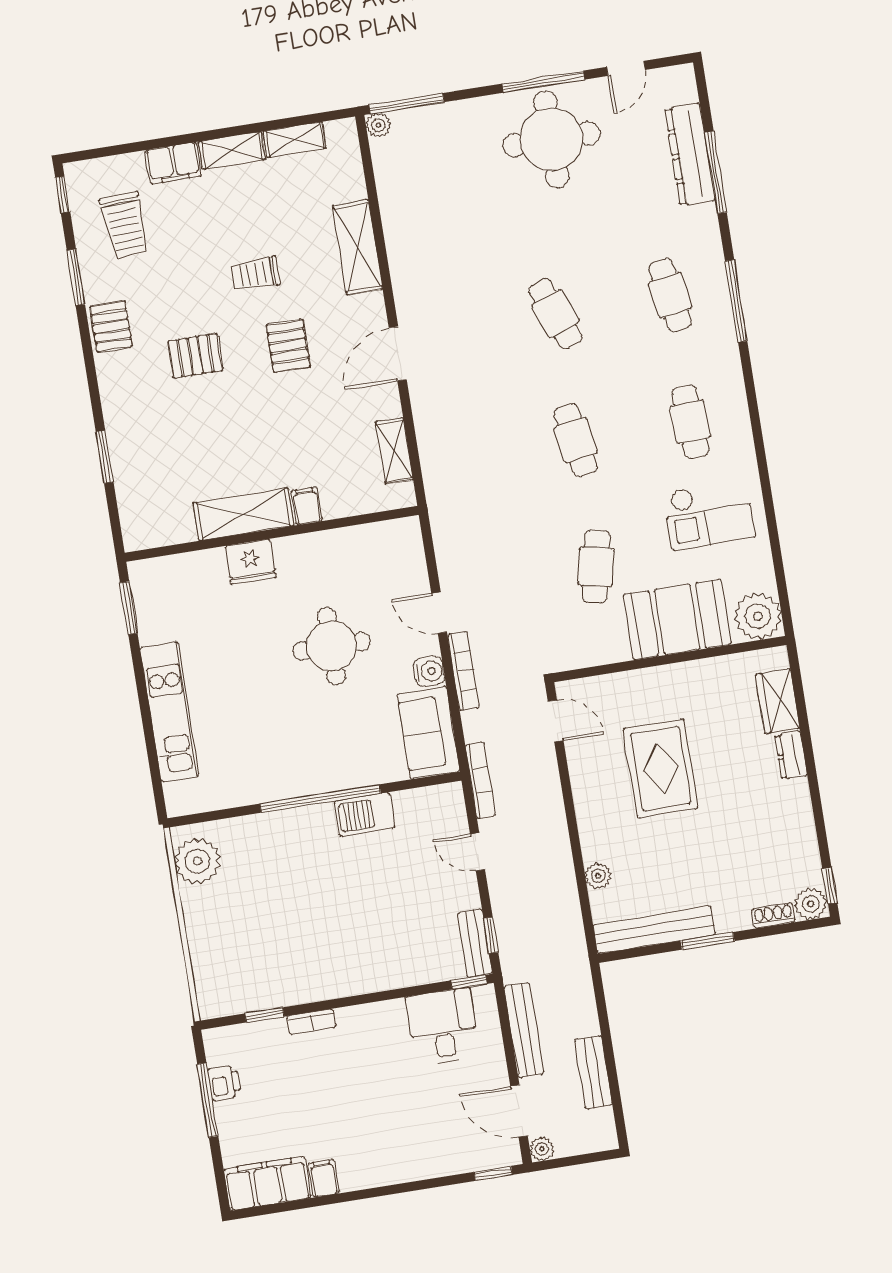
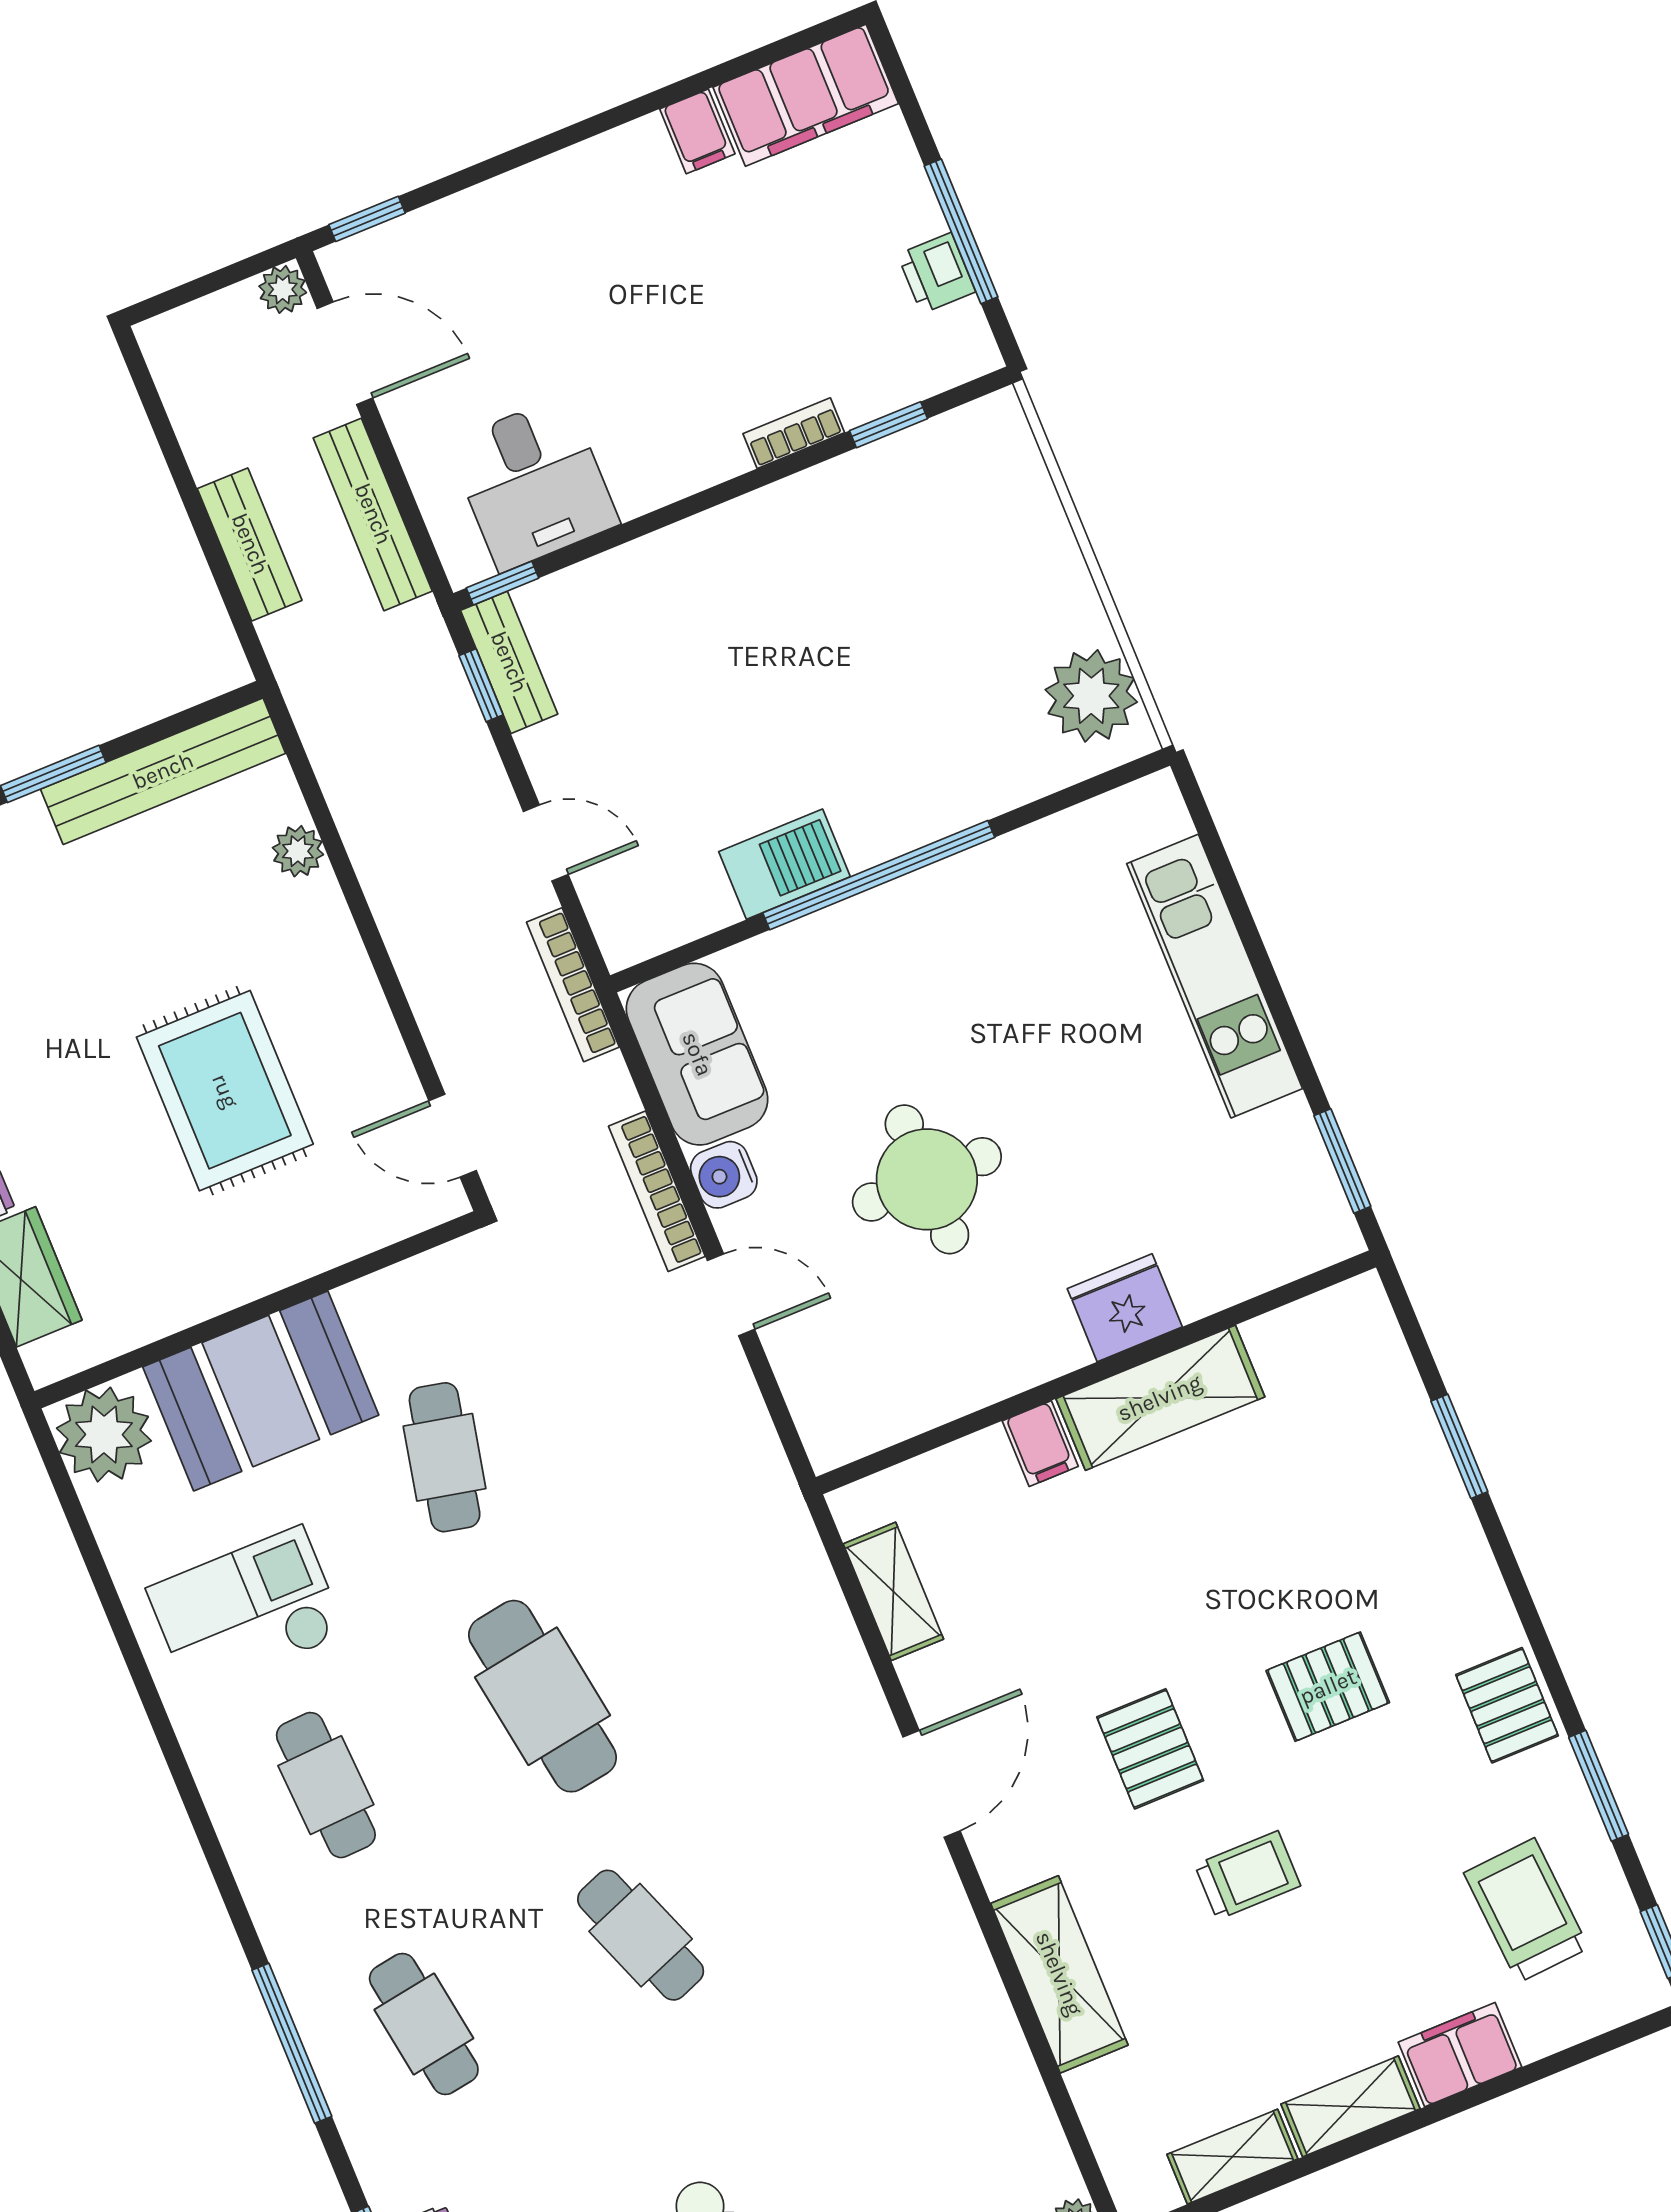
cafe table: (576, 440) -> (543, 1696), width x1.37, depth x1.35
bench: (594, 1072) -> (250, 544), moved

